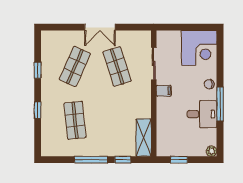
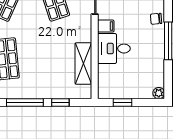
desk: (202, 114) -> (114, 49), moved, turned 180
shelving: (144, 138) -> (83, 64), moved

